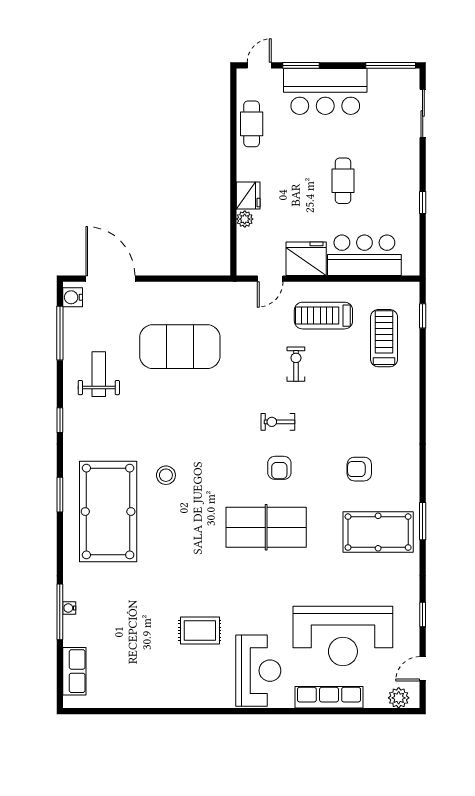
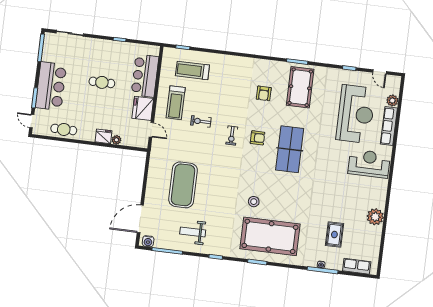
rug: (200, 630) -> (334, 235), moved
plant: (166, 693) -> (375, 217), added
plant: (399, 698) -> (392, 101), moved

